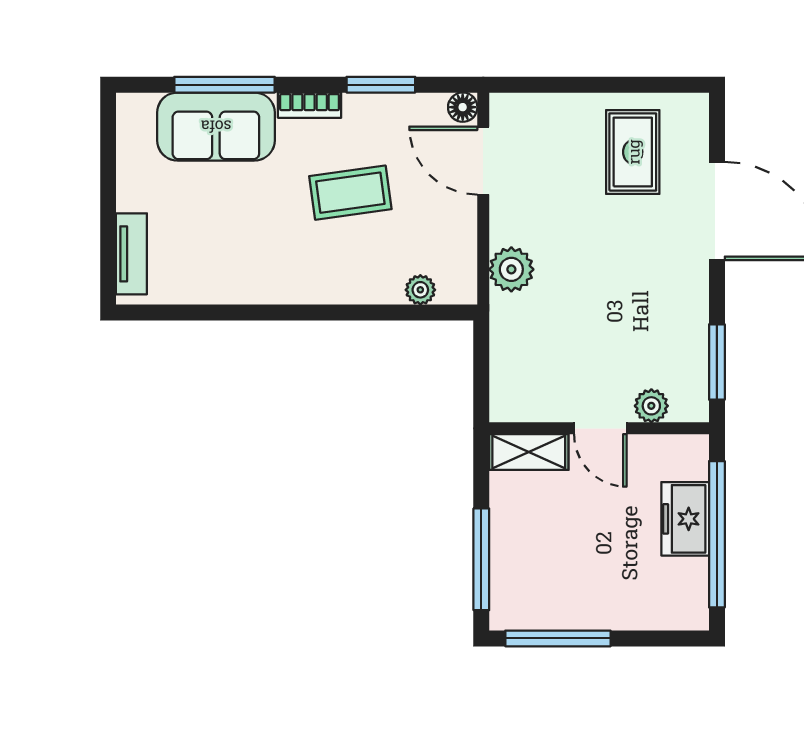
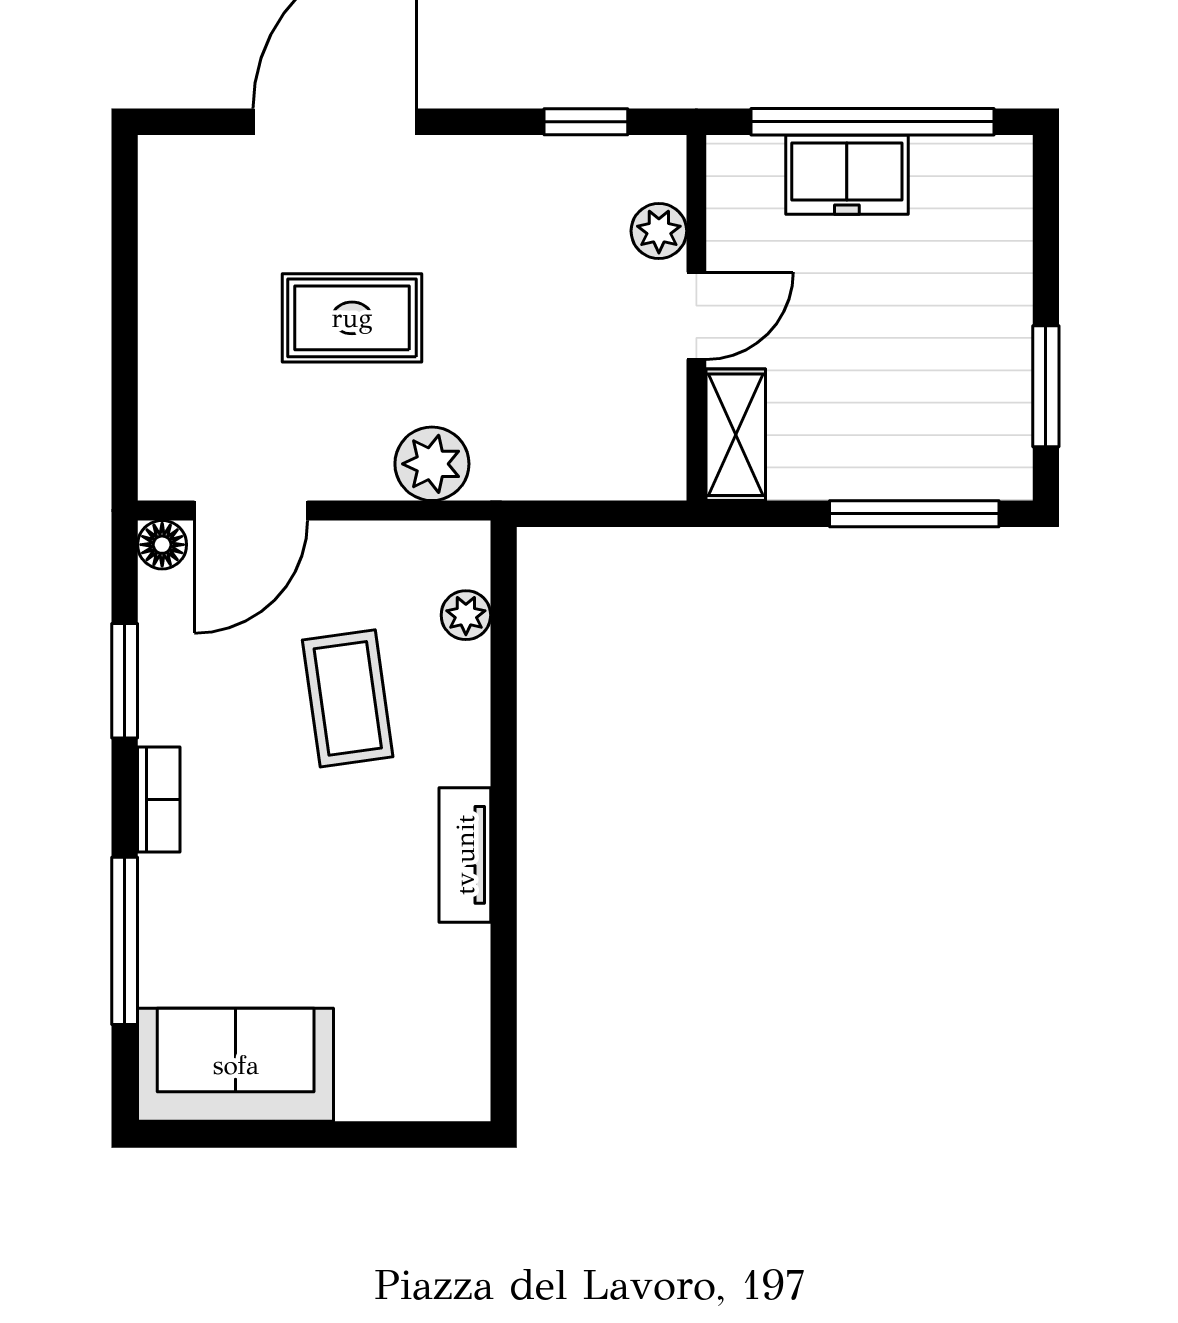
sofa: (216, 127) -> (236, 1065), moved, turned -90
rug: (633, 152) -> (352, 318), moved
coffee table: (350, 193) -> (348, 698), moved
tv unit: (131, 254) -> (465, 855), moved, turned -90
window: (717, 362) -> (586, 122), width x0.67
window: (558, 638) -> (1046, 386), width x0.69

